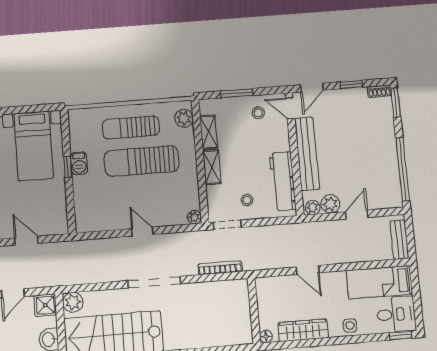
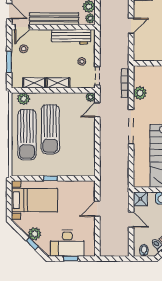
sun lounger: (131, 127) -> (27, 135), width x1.36, depth x1.34
barbecue: (79, 163) -> (48, 171), removed
door: (142, 232) -> (97, 110), moved
plant: (73, 302) -> (140, 93), moved

